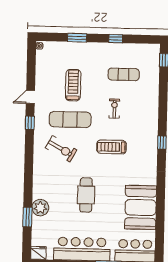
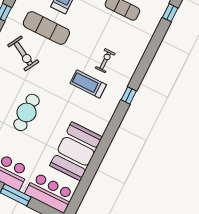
exercise bike: (114, 109) -> (105, 61), moved
treadmill: (112, 147) -> (88, 84), moved

